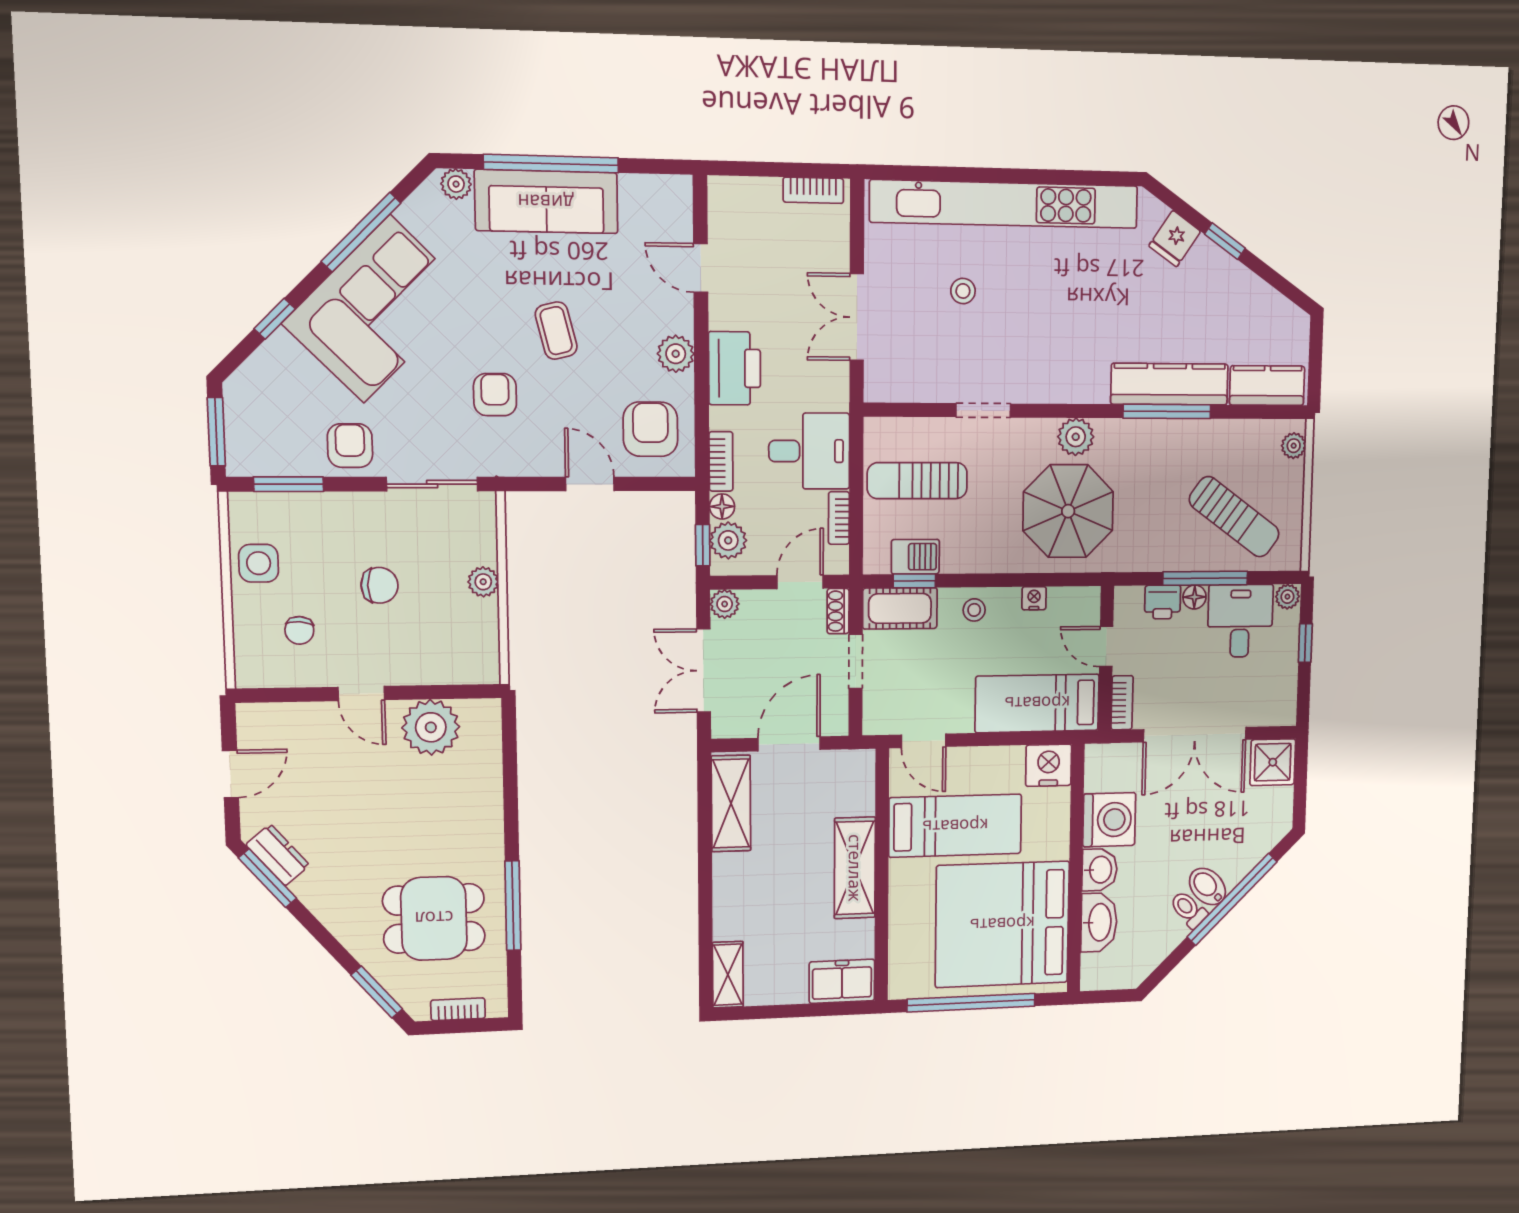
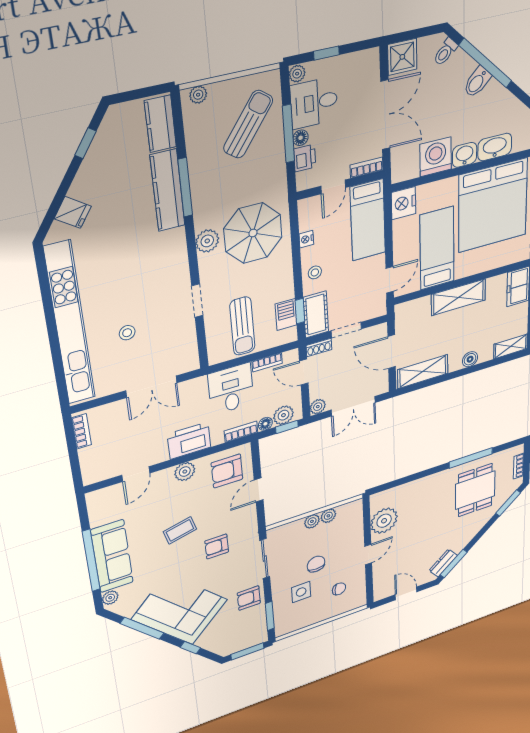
window: (1225, 241) -> (85, 143), moved
side table: (259, 563) -> (301, 592), moved
plant: (484, 615) -> (328, 516), added
boiler: (727, 895) -> (470, 359), added
toilet: (1188, 909) -> (445, 52), moved

